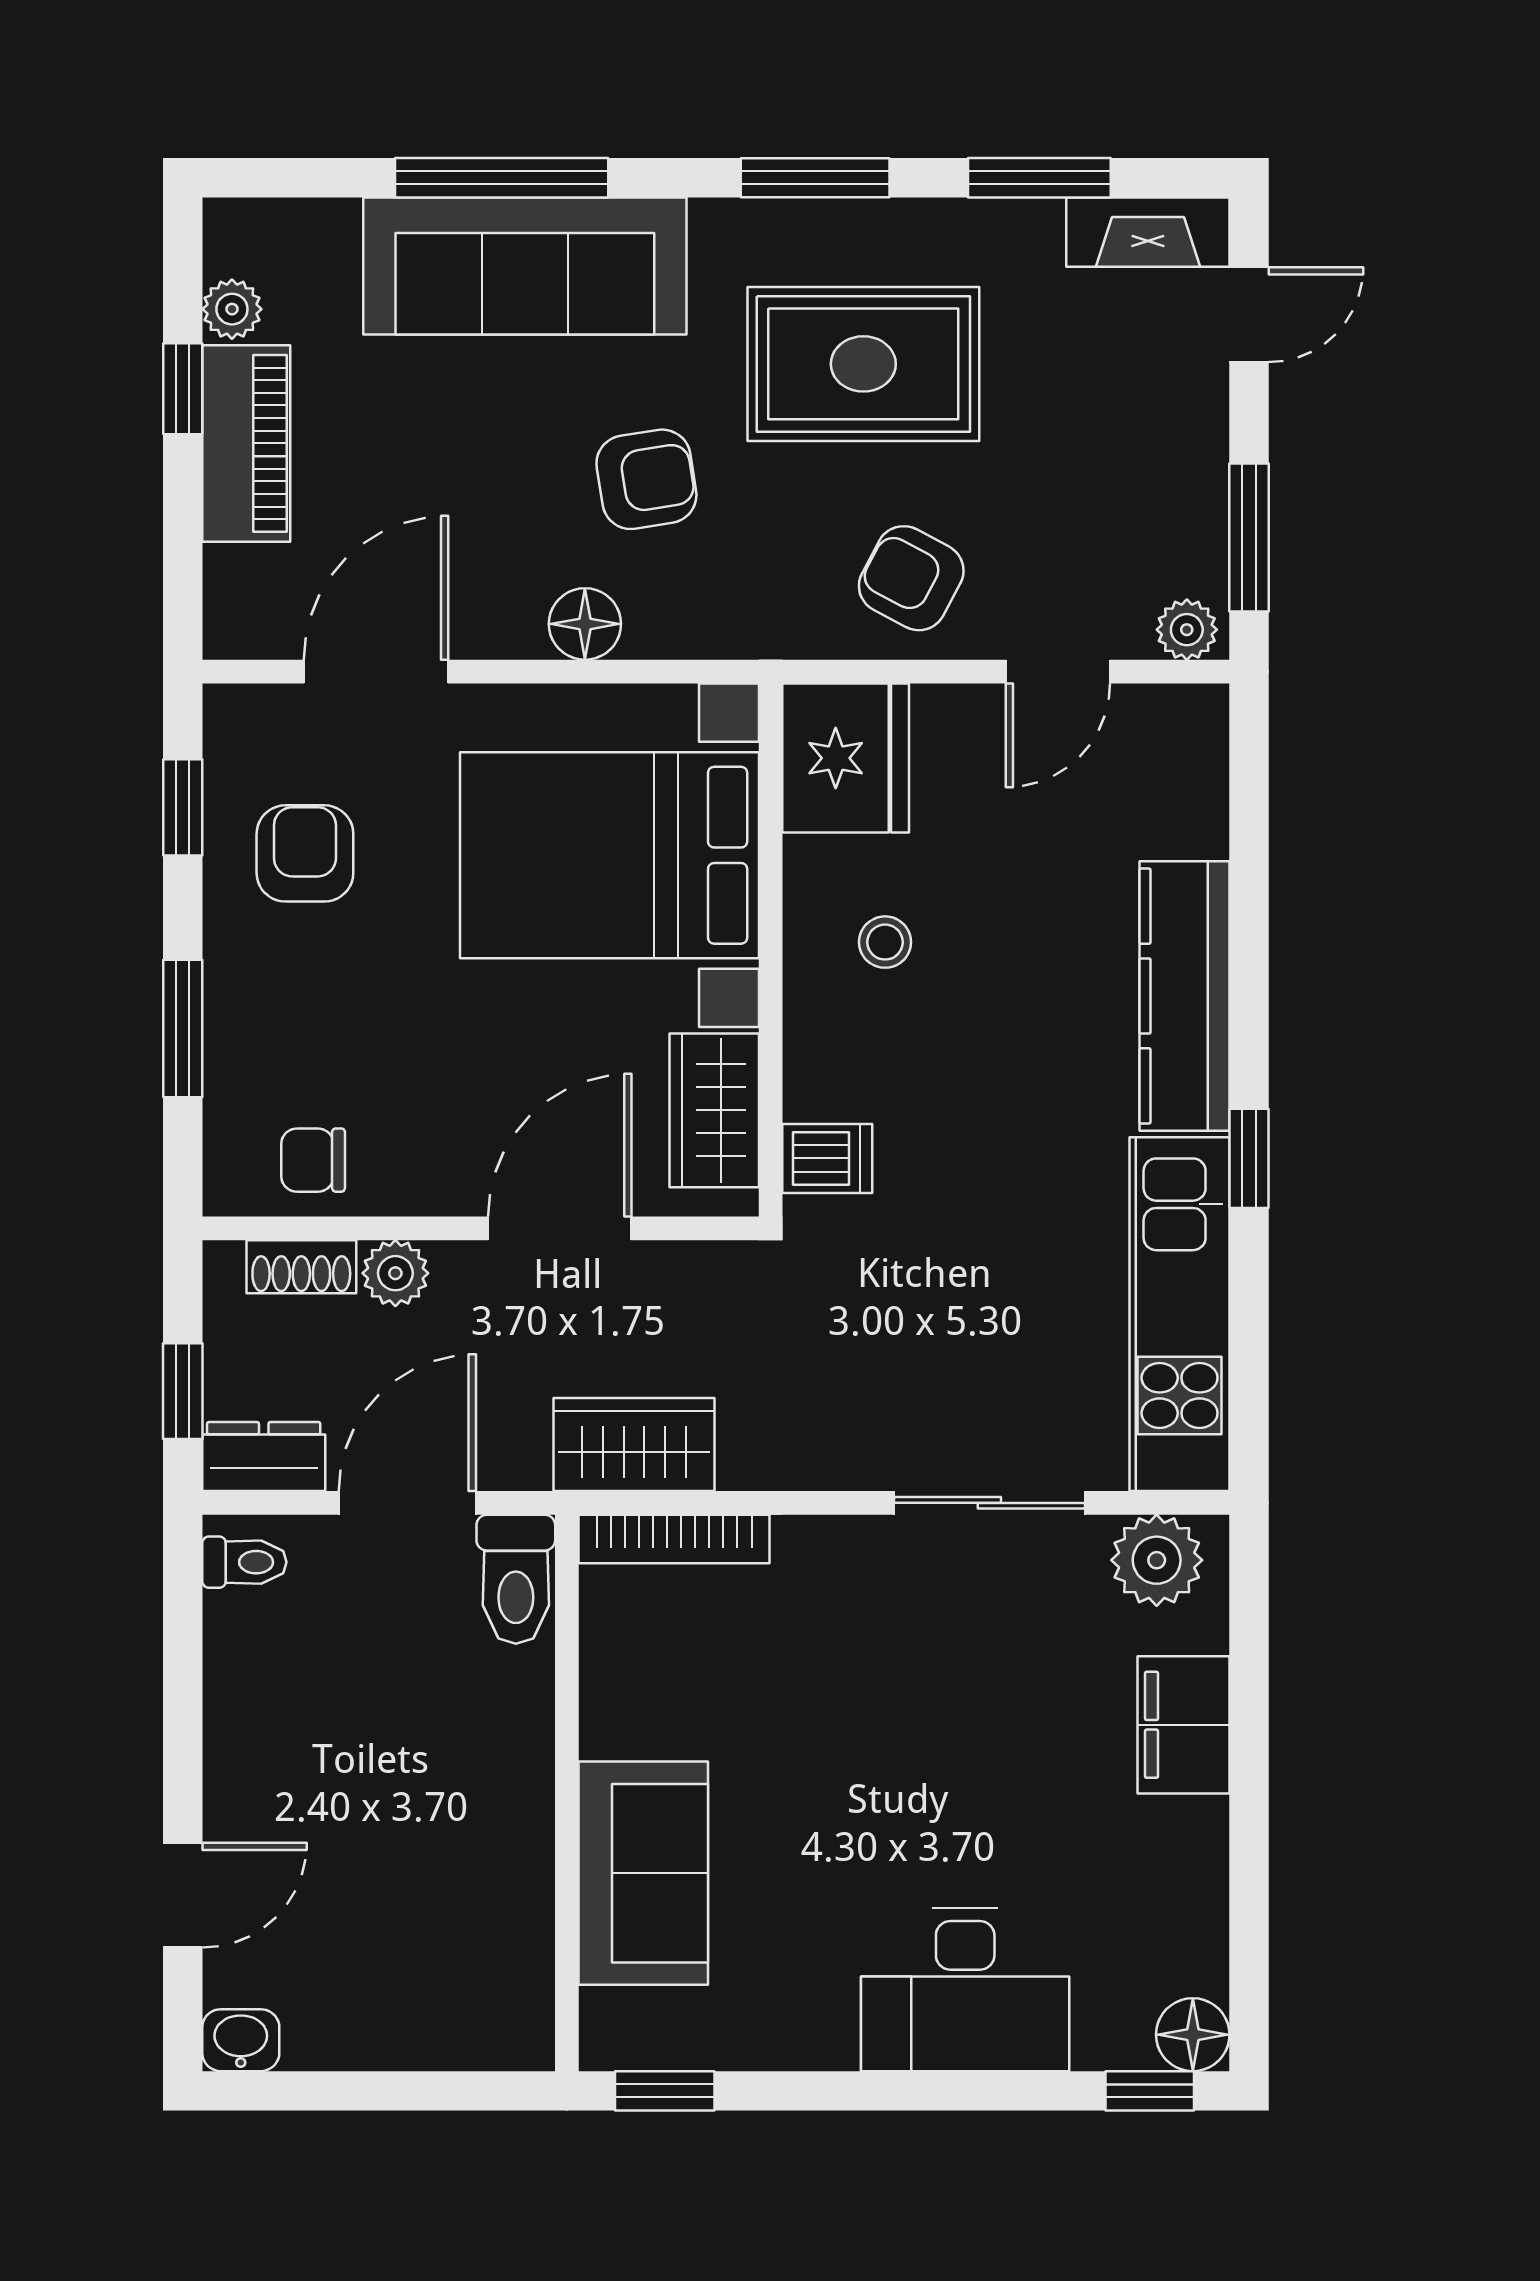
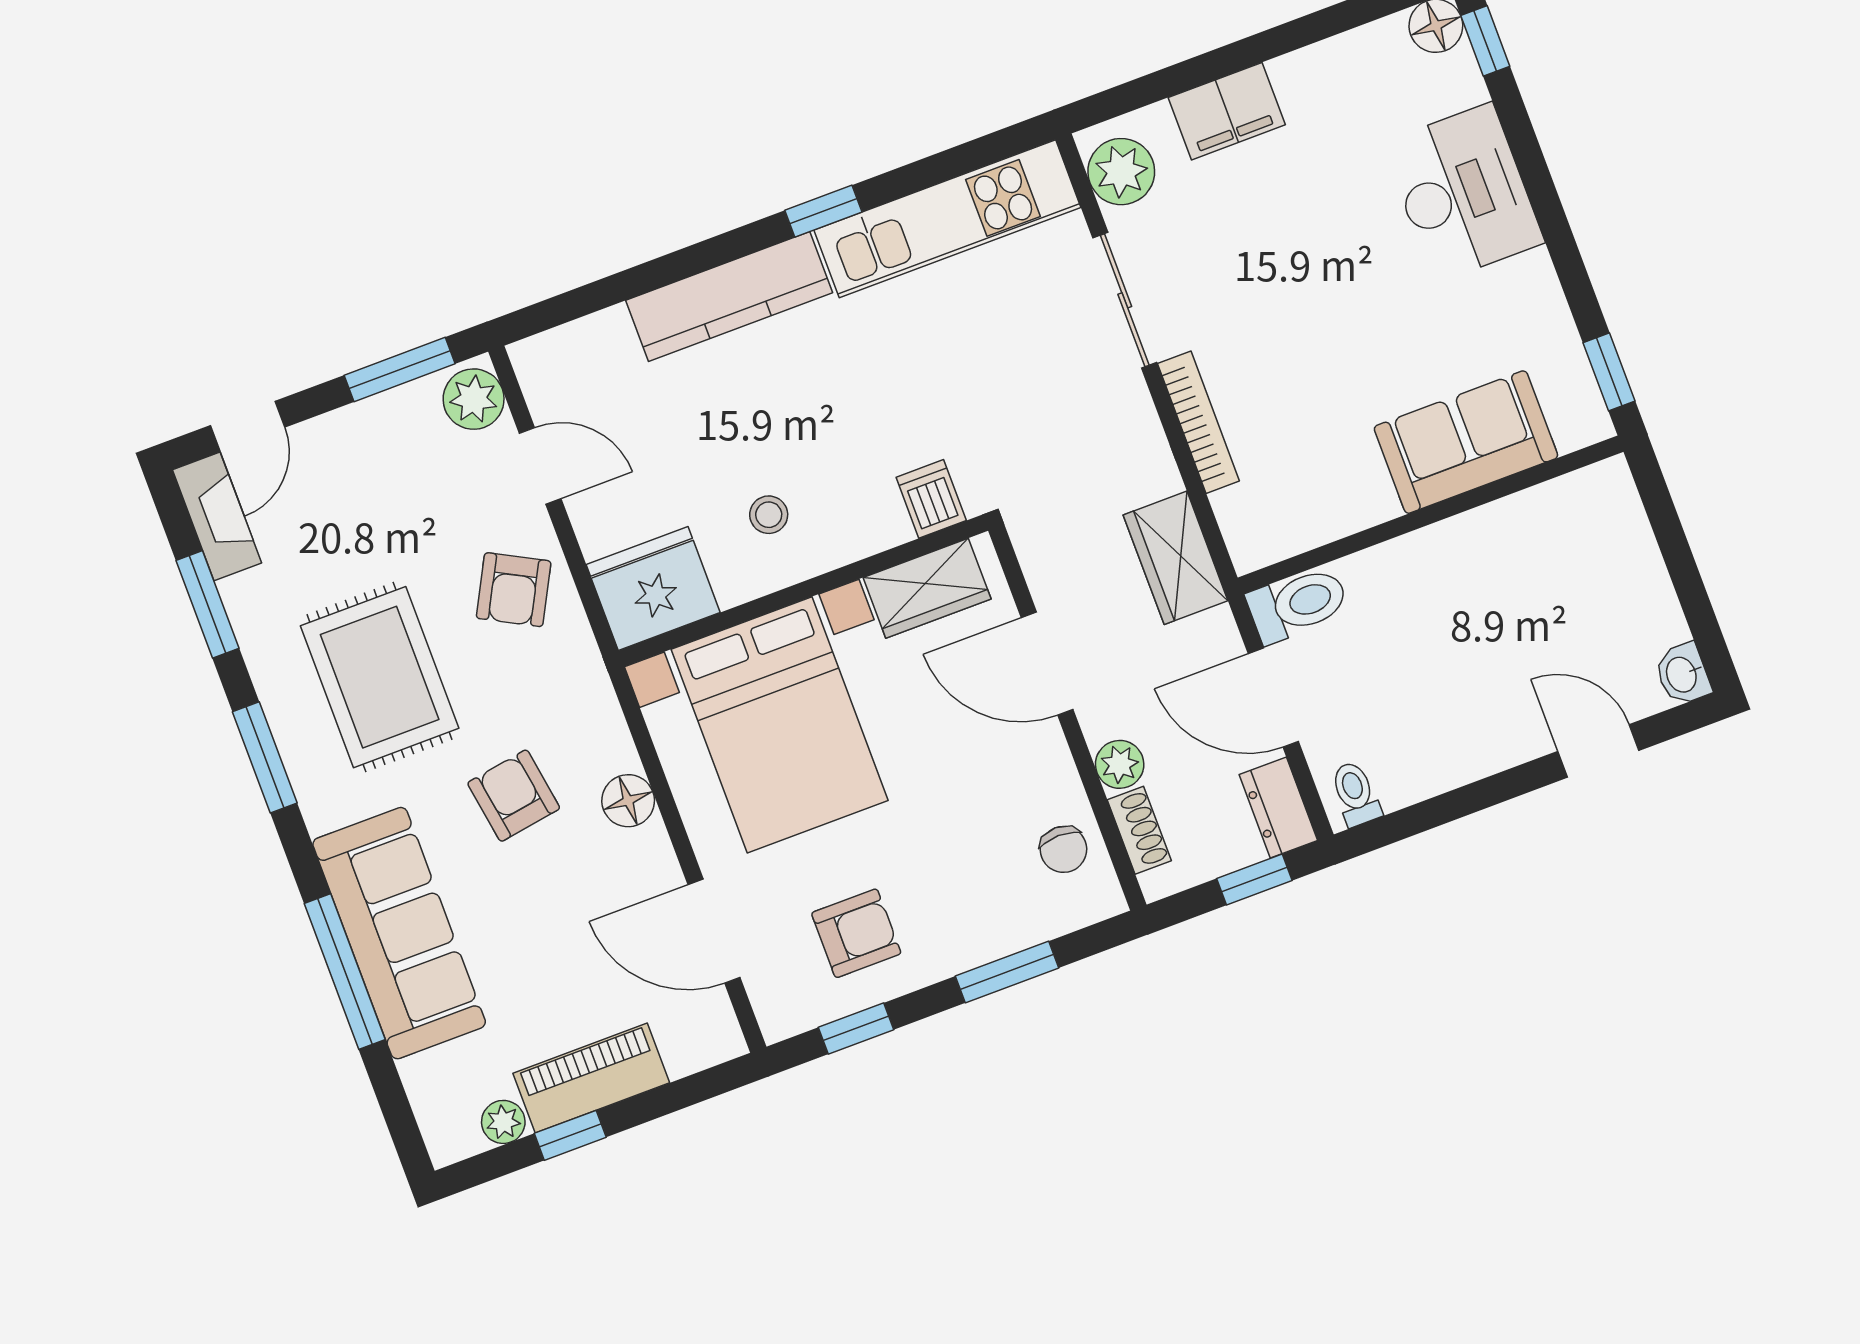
door: (1249, 315) -> (248, 426), swing flipped
plant: (1187, 630) -> (474, 399), width x1.38, depth x1.38
armchair: (305, 853) -> (856, 933), turned 180
bookcase: (674, 1539) -> (1198, 422), moved

